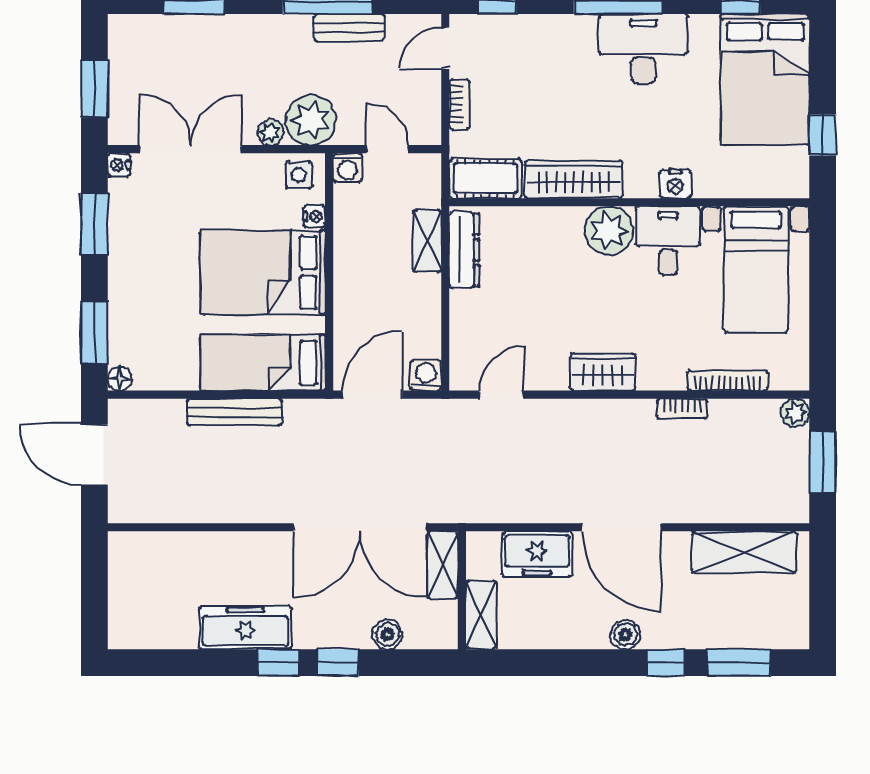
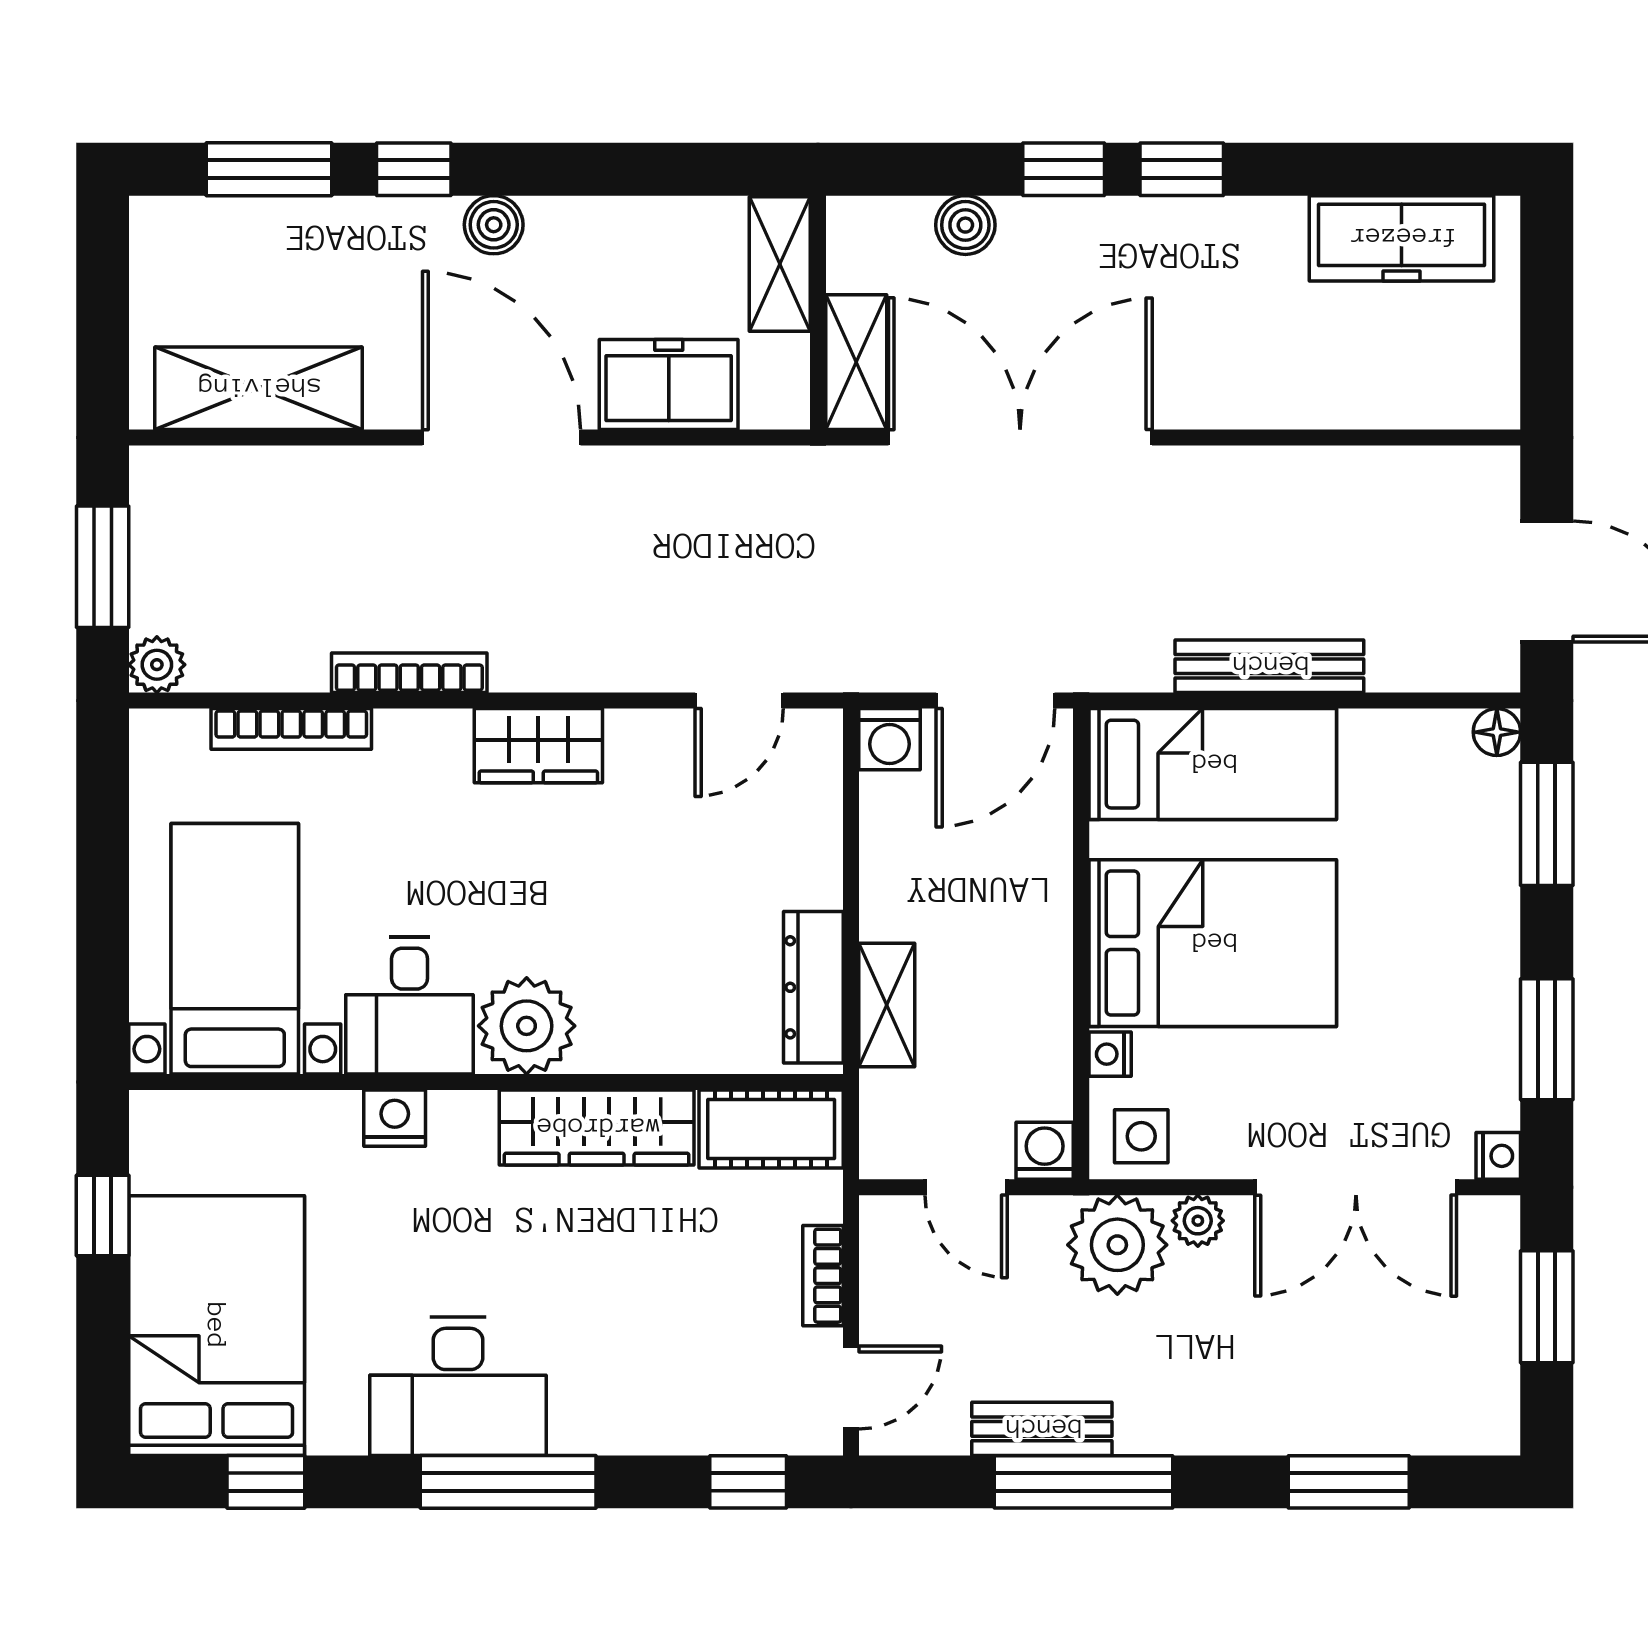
bookcase: (682, 409) -> (409, 673), width x1.56
freezer: (245, 628) -> (1402, 238), moved

